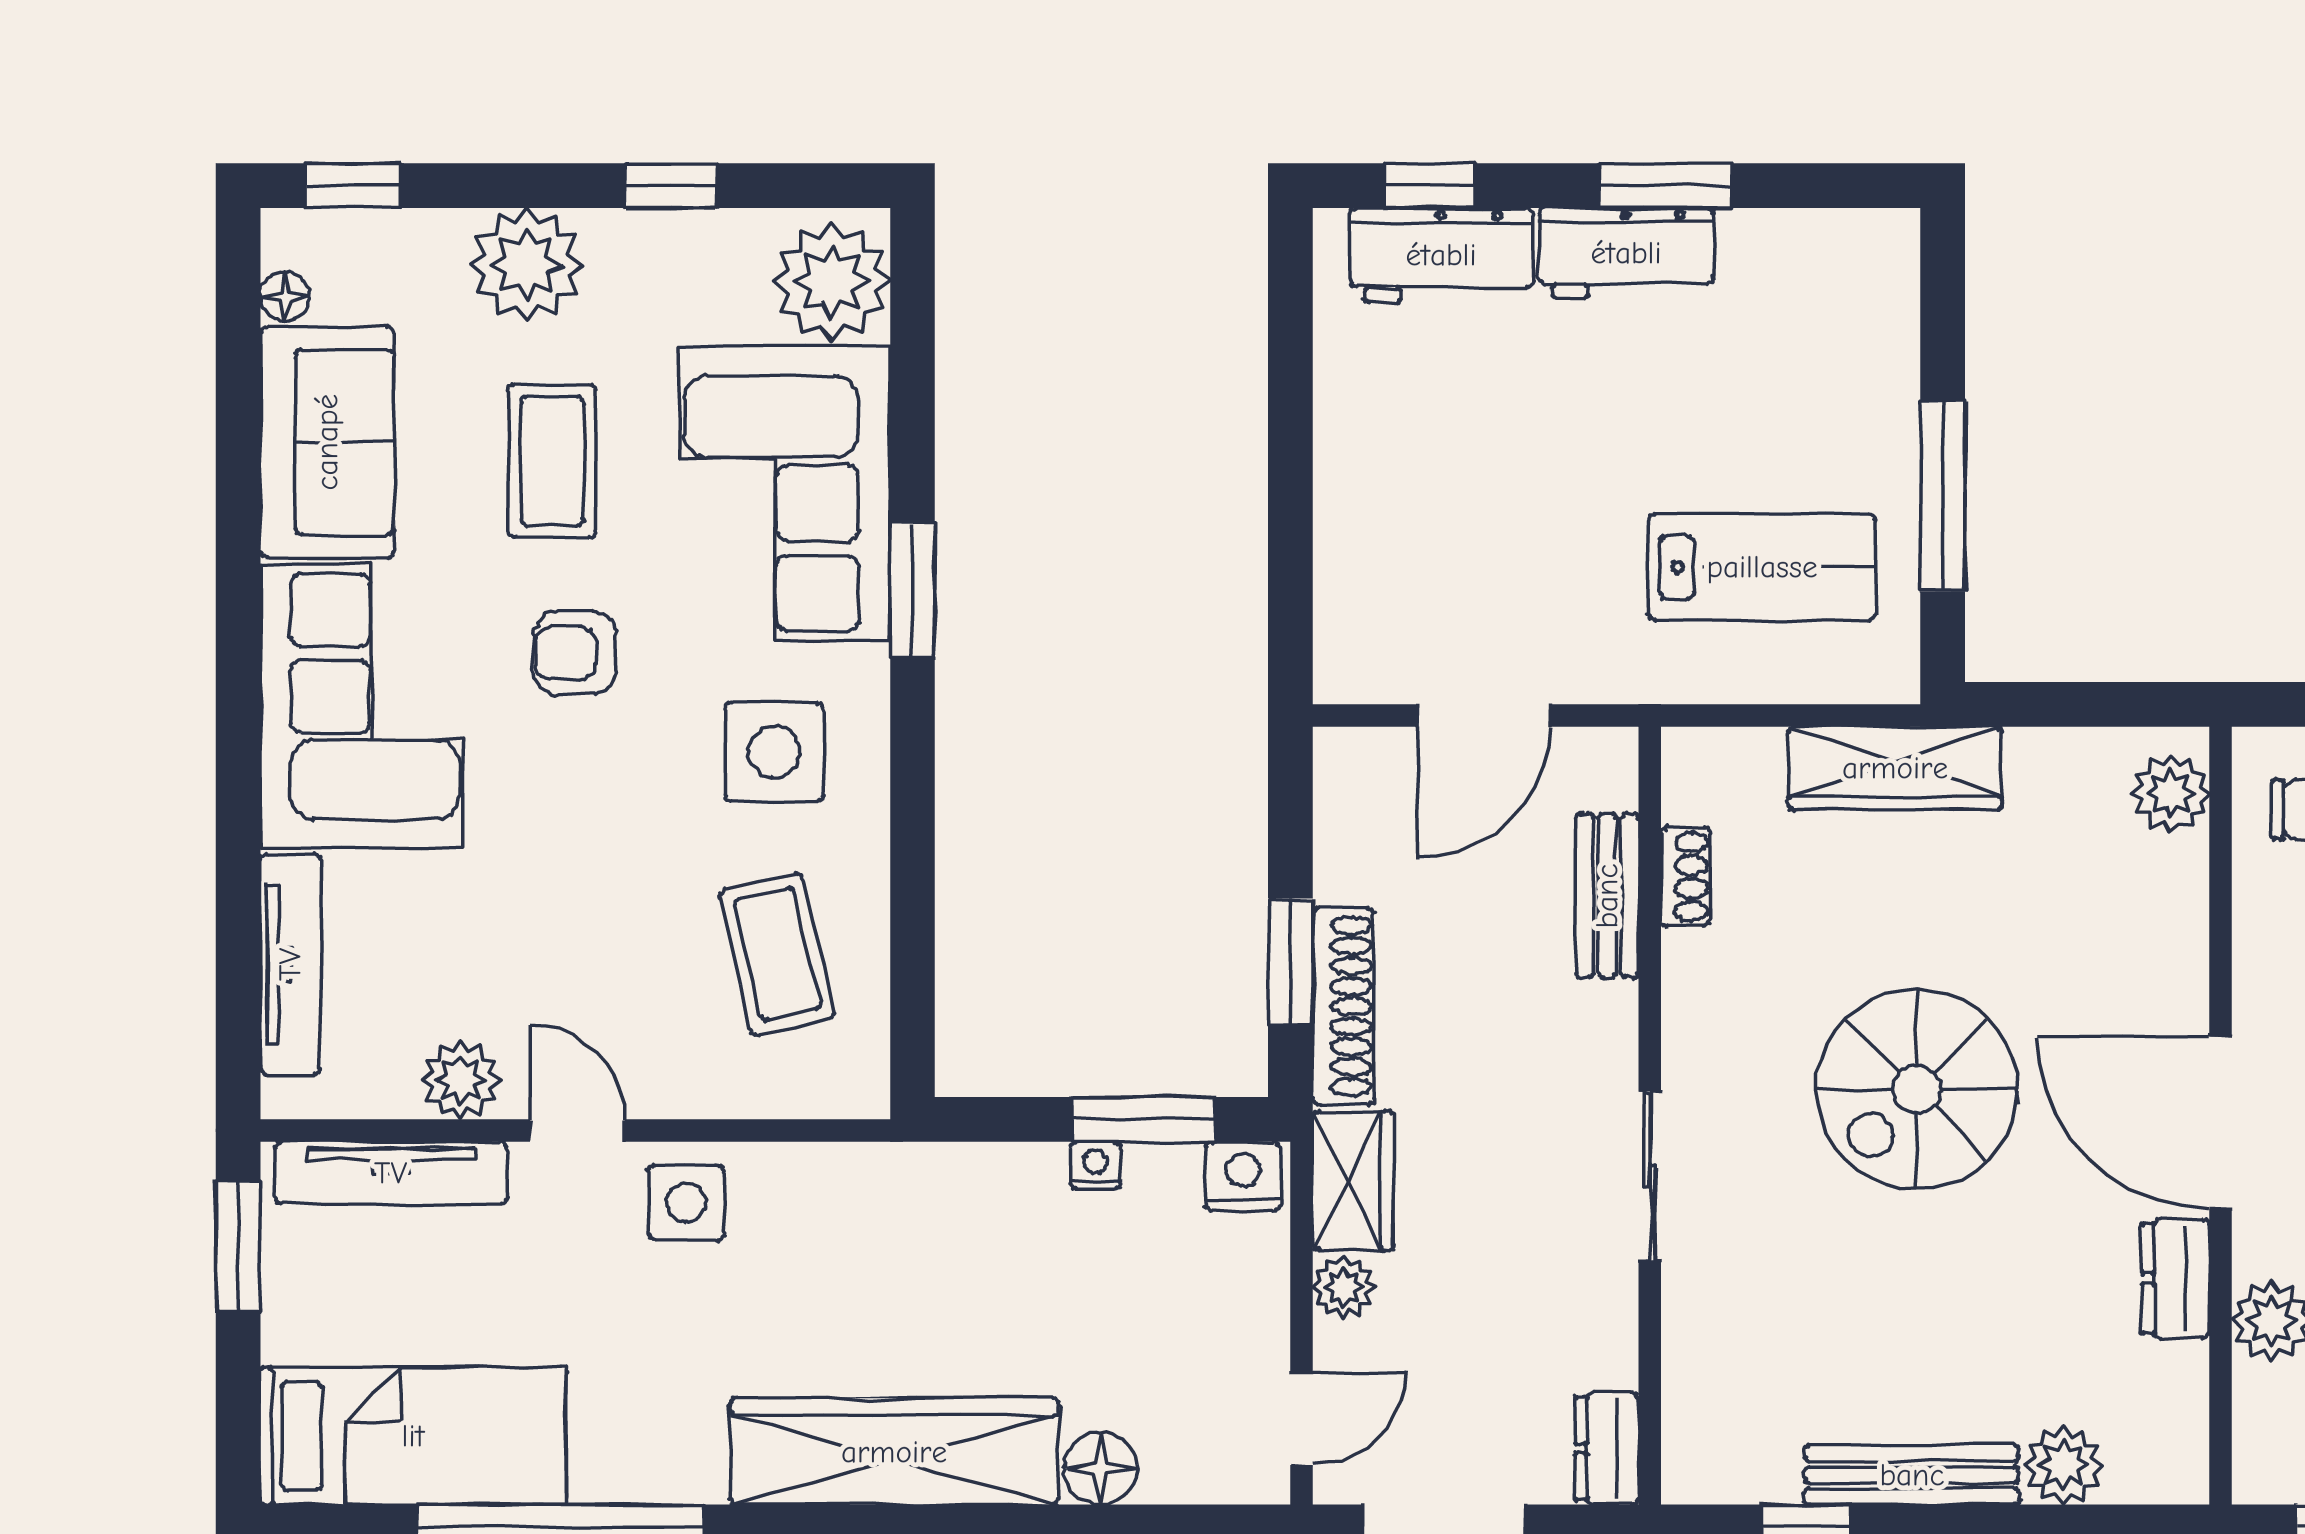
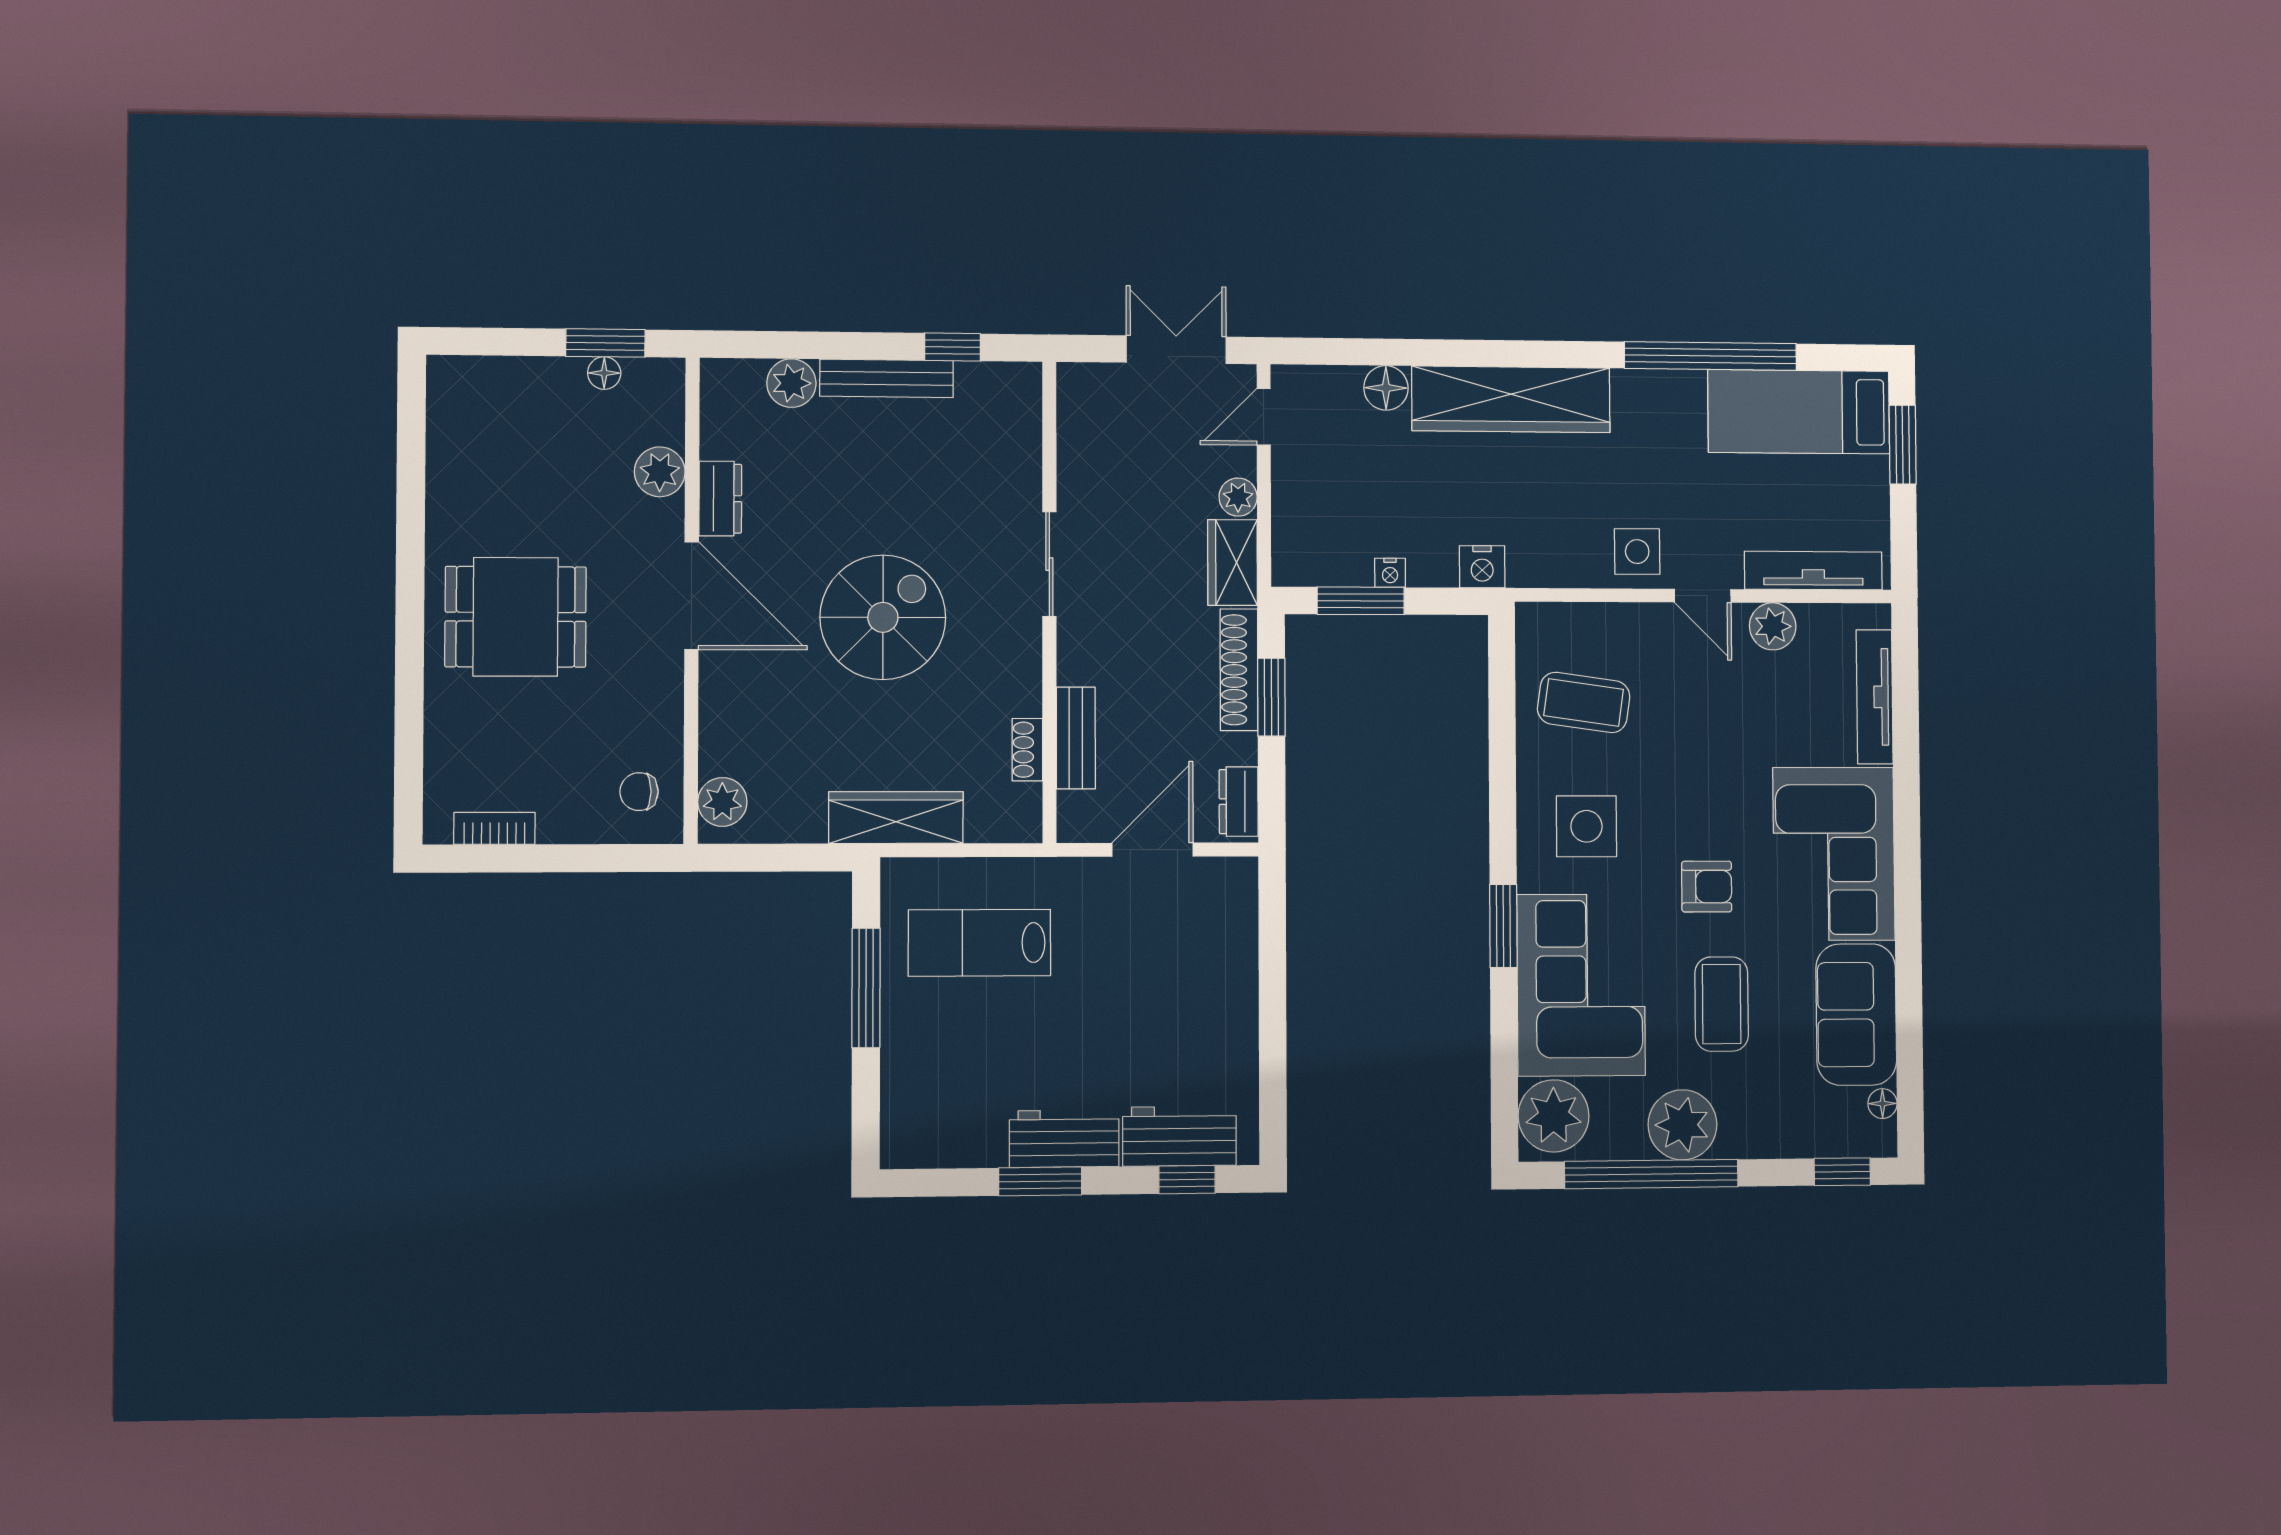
window: (671, 186) -> (1651, 1174), width x3.17
plant: (527, 265) -> (1682, 1125), moved
coffee table: (777, 954) -> (1584, 702), turned -69
nightstand: (1243, 1176) -> (1482, 567), moved
window: (238, 1247) -> (1903, 445), moved
dresser: (1607, 1449) -> (1239, 802), moved, turned 180

